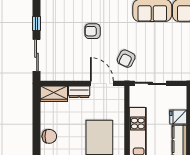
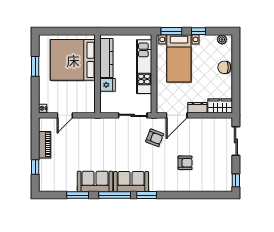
window: (37, 23) -> (236, 180), moved
armchair: (126, 59) -> (155, 138), turned 84
door: (102, 83) -> (177, 115), hinge flipped

